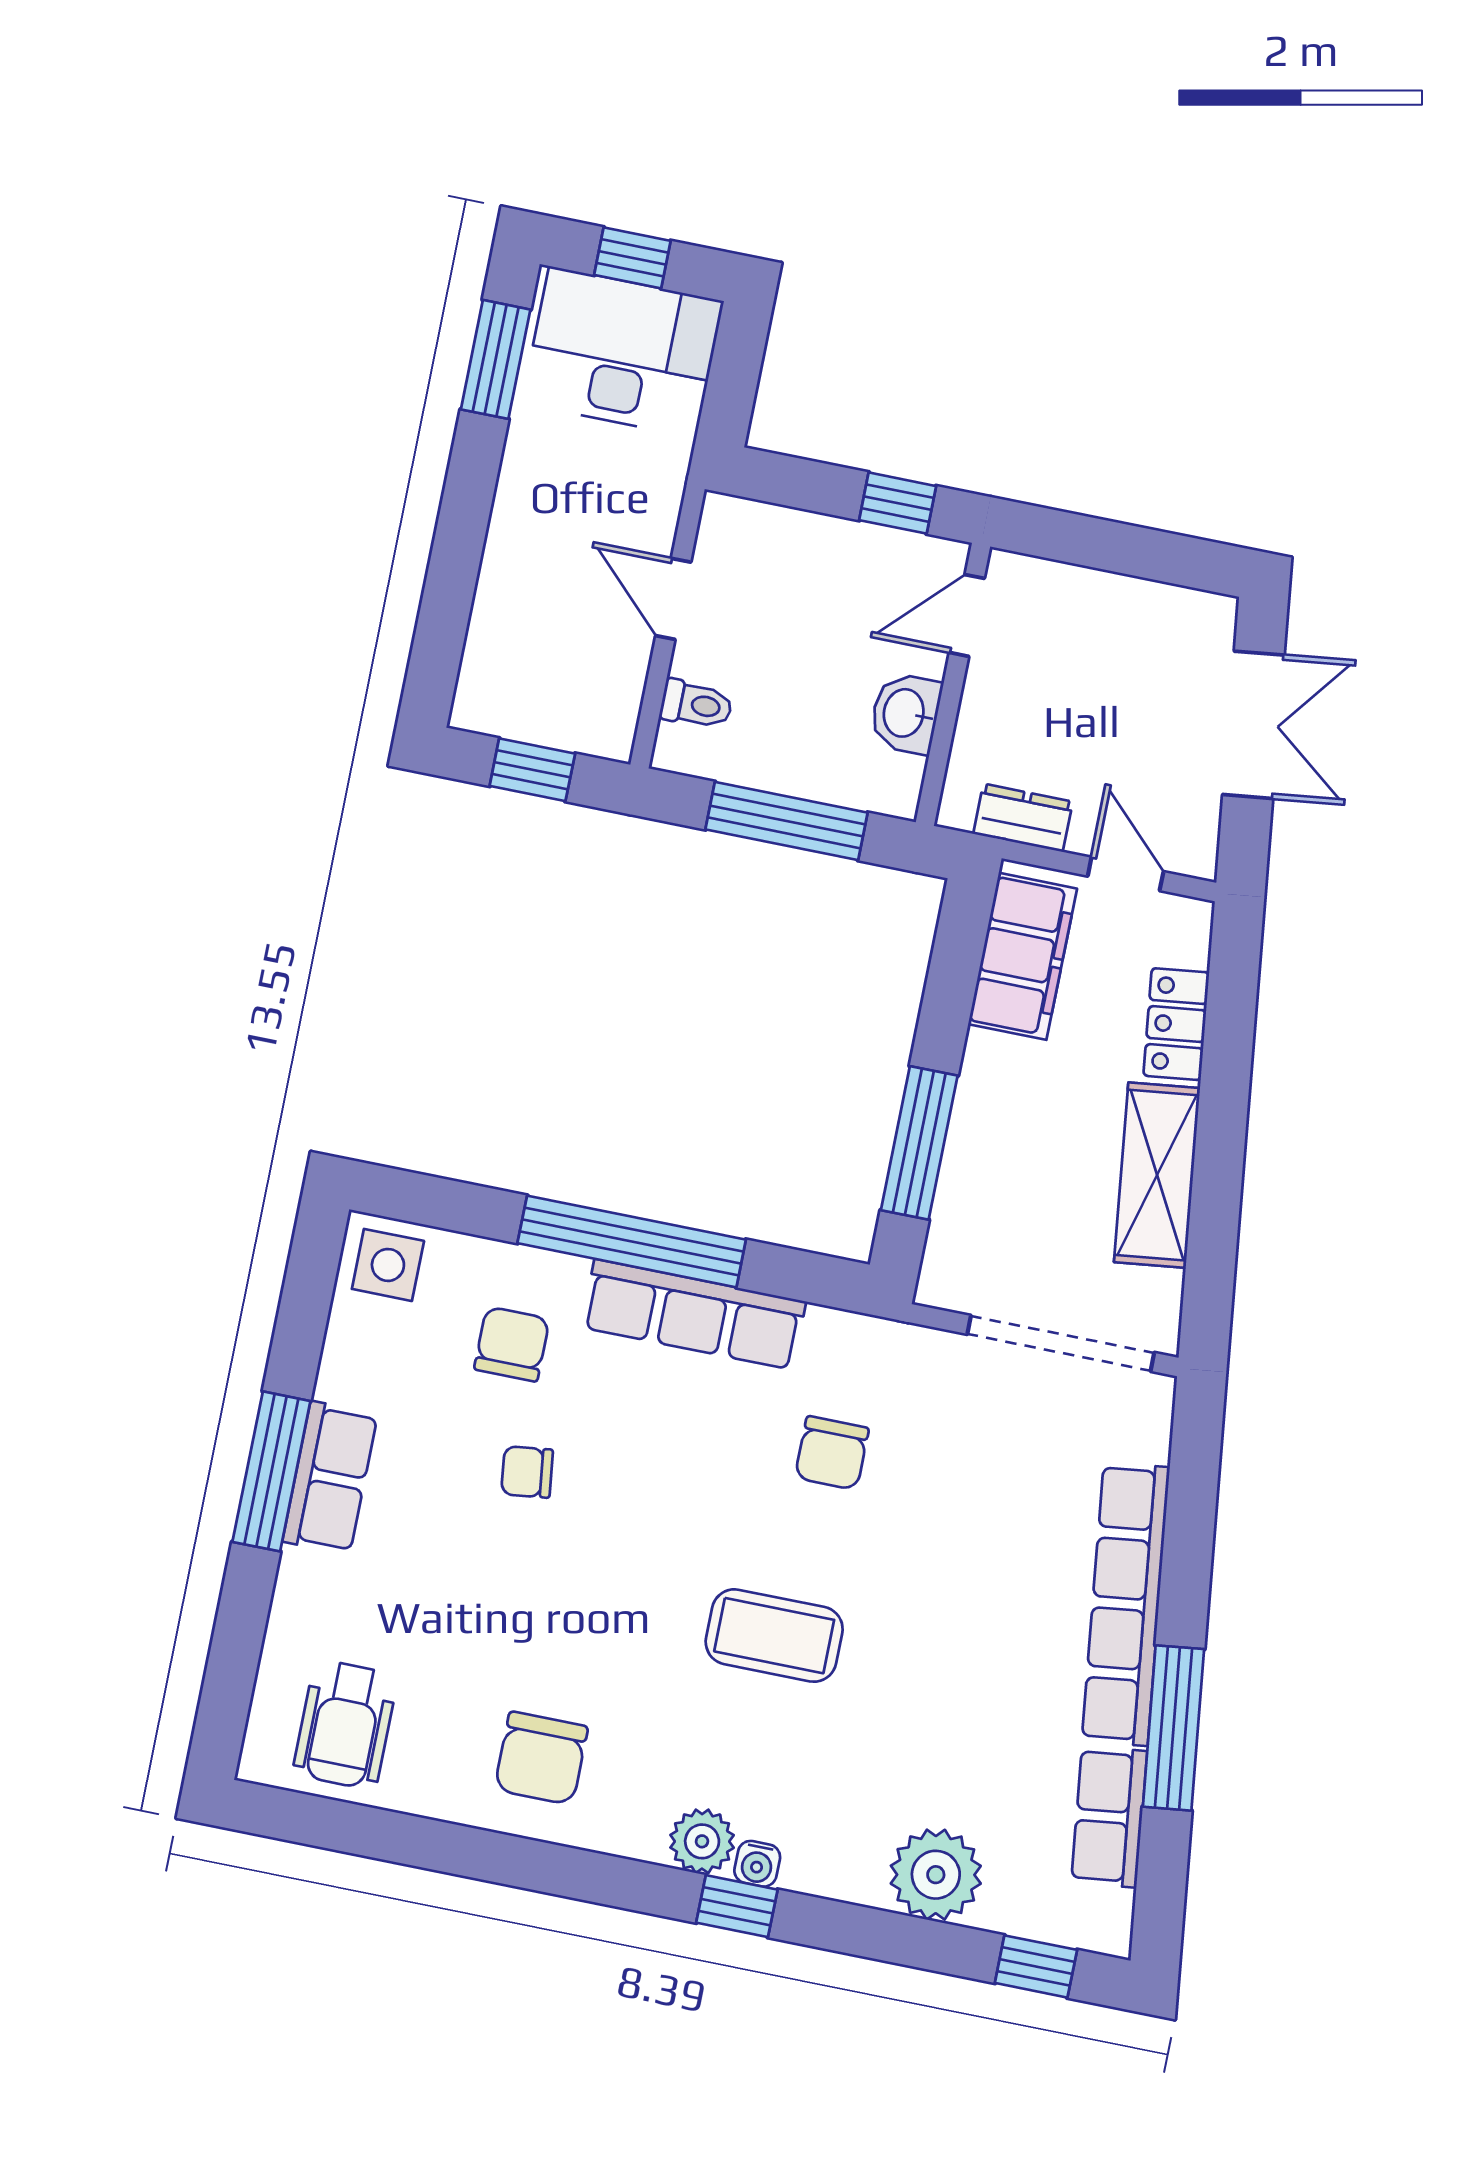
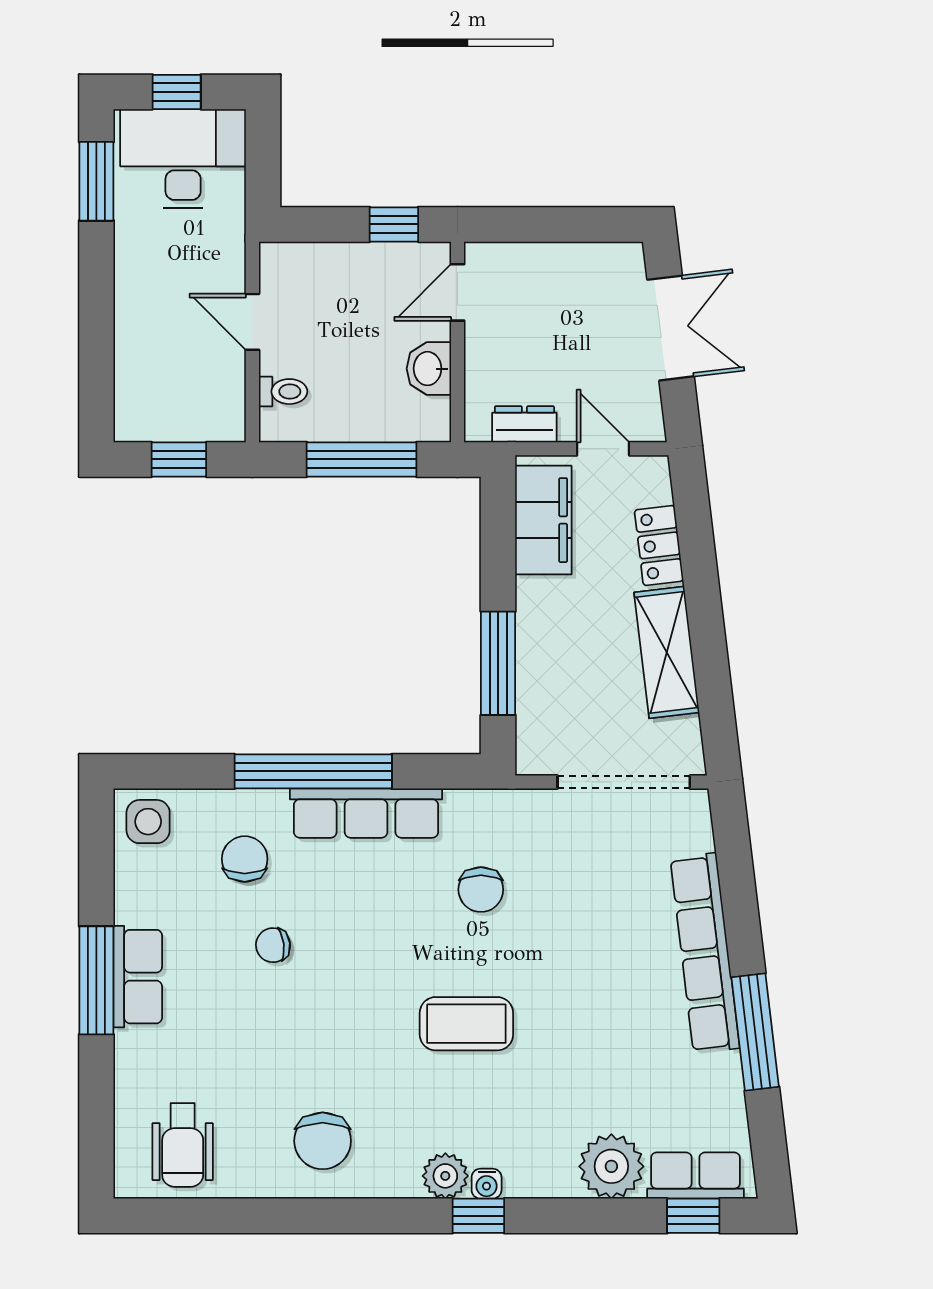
row of seats: (1109, 1817) -> (695, 1176), moved, turned 97

